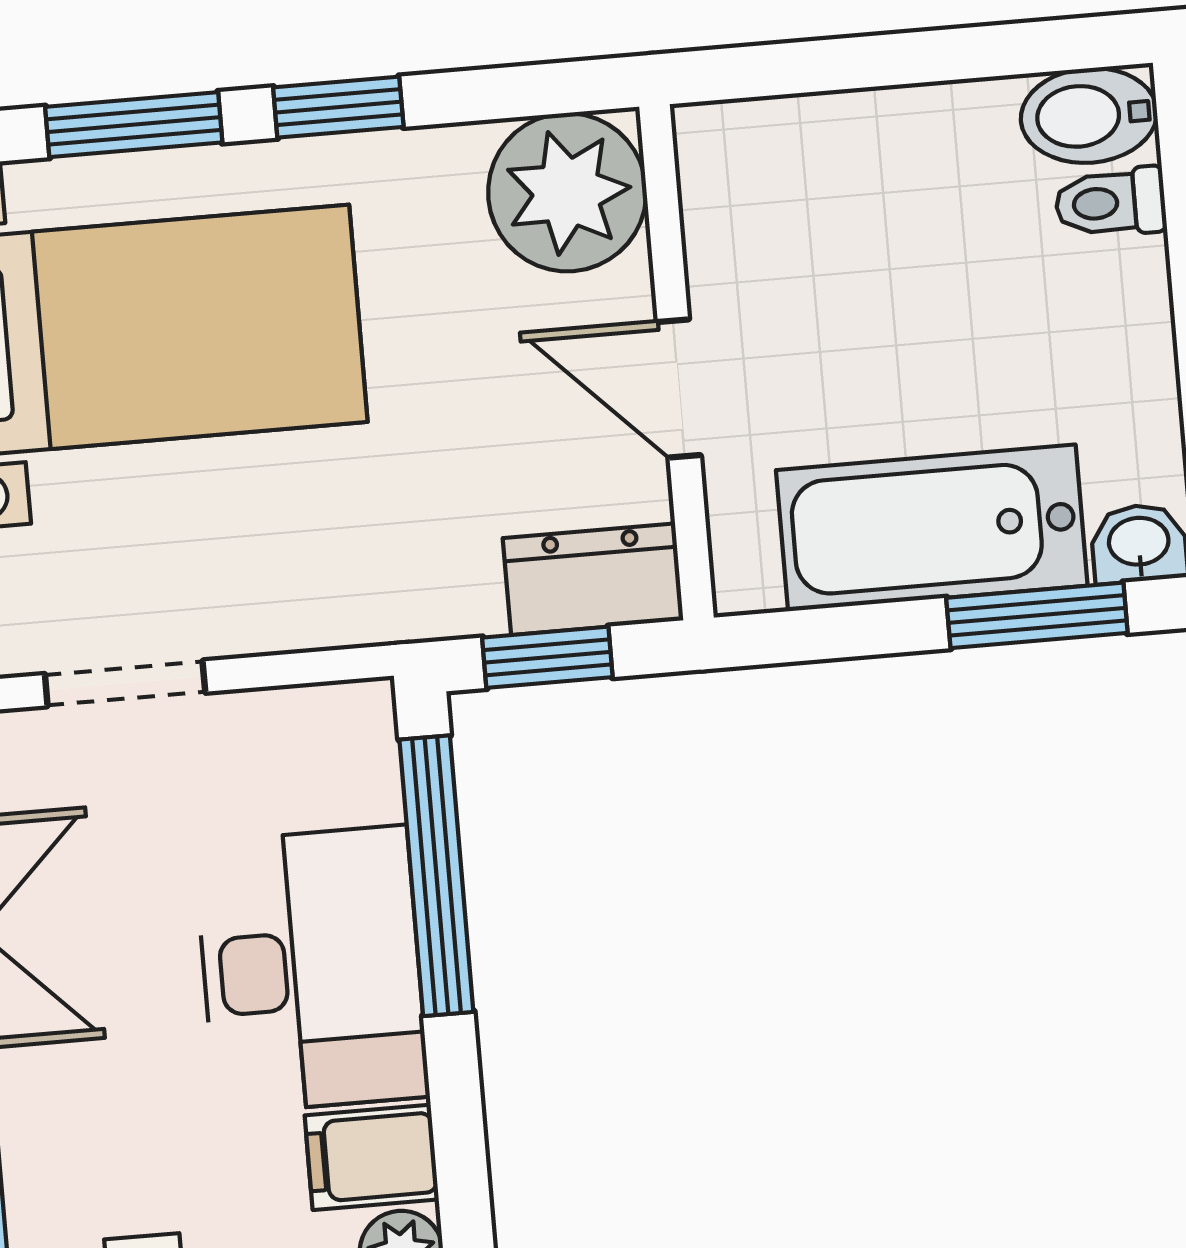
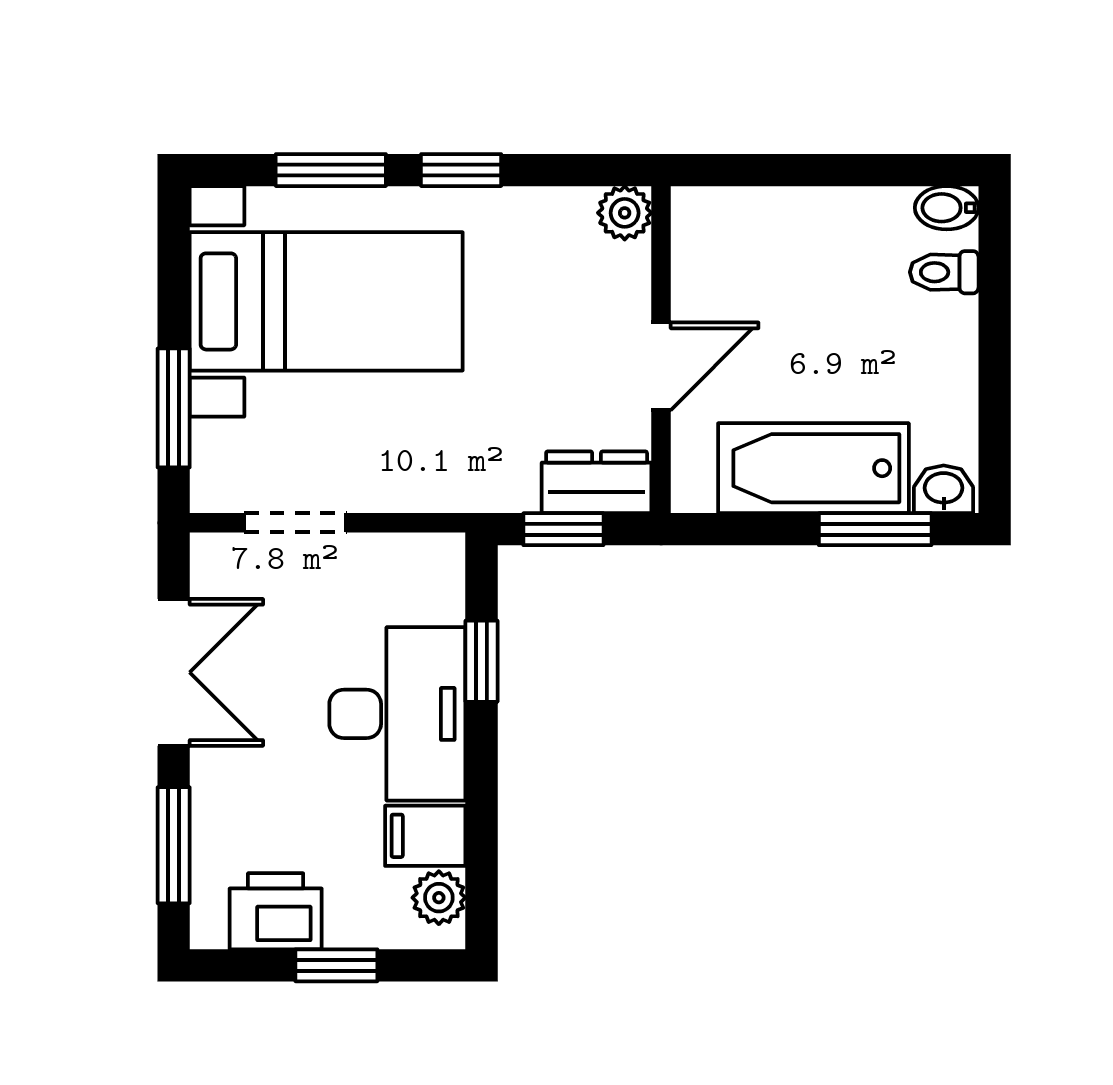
bidet: (1089, 115) -> (947, 208), width x0.72, depth x0.74
plant: (567, 192) -> (625, 213), width x0.53, depth x0.53
door: (679, 388) -> (661, 366), swing flipped
window: (436, 876) -> (481, 661), width x0.46

